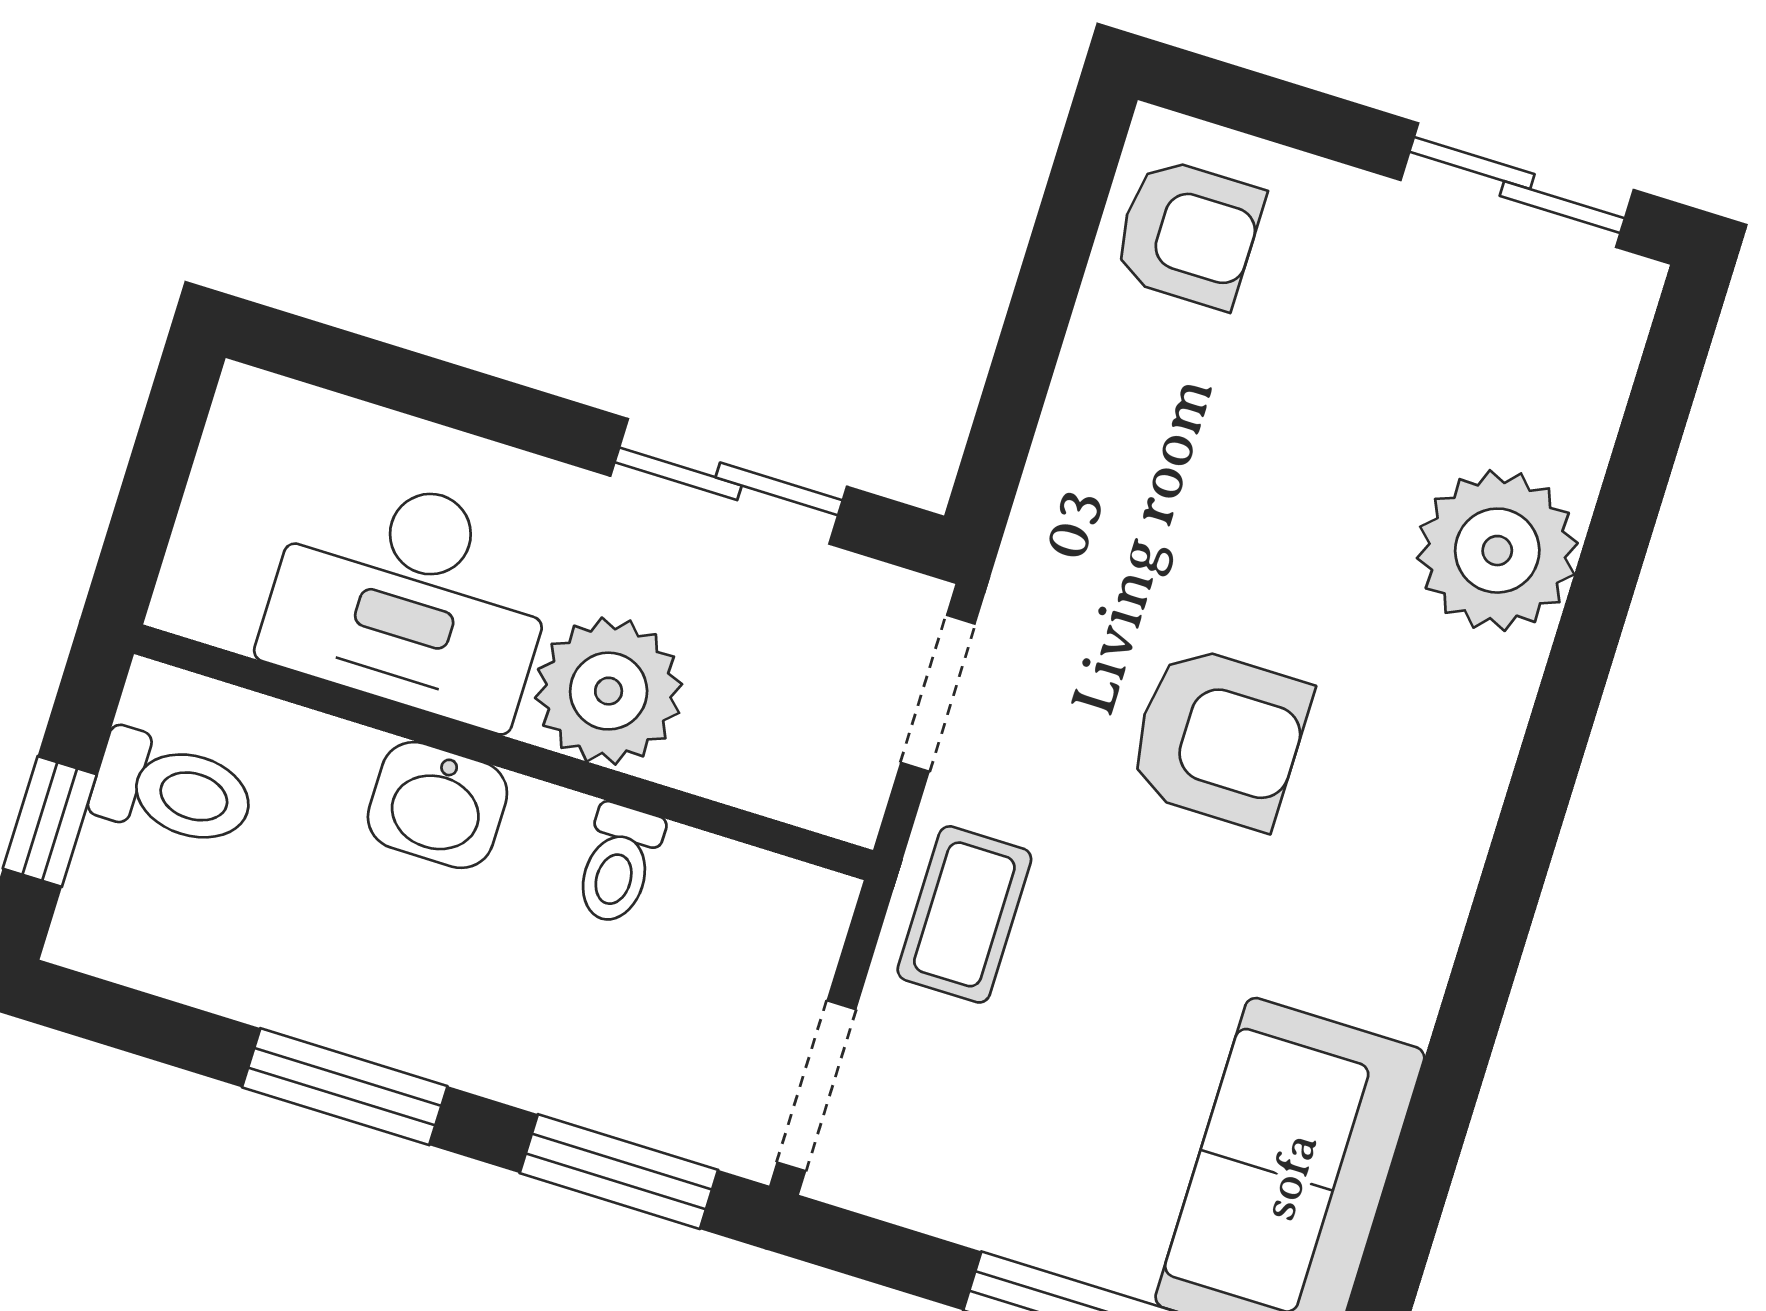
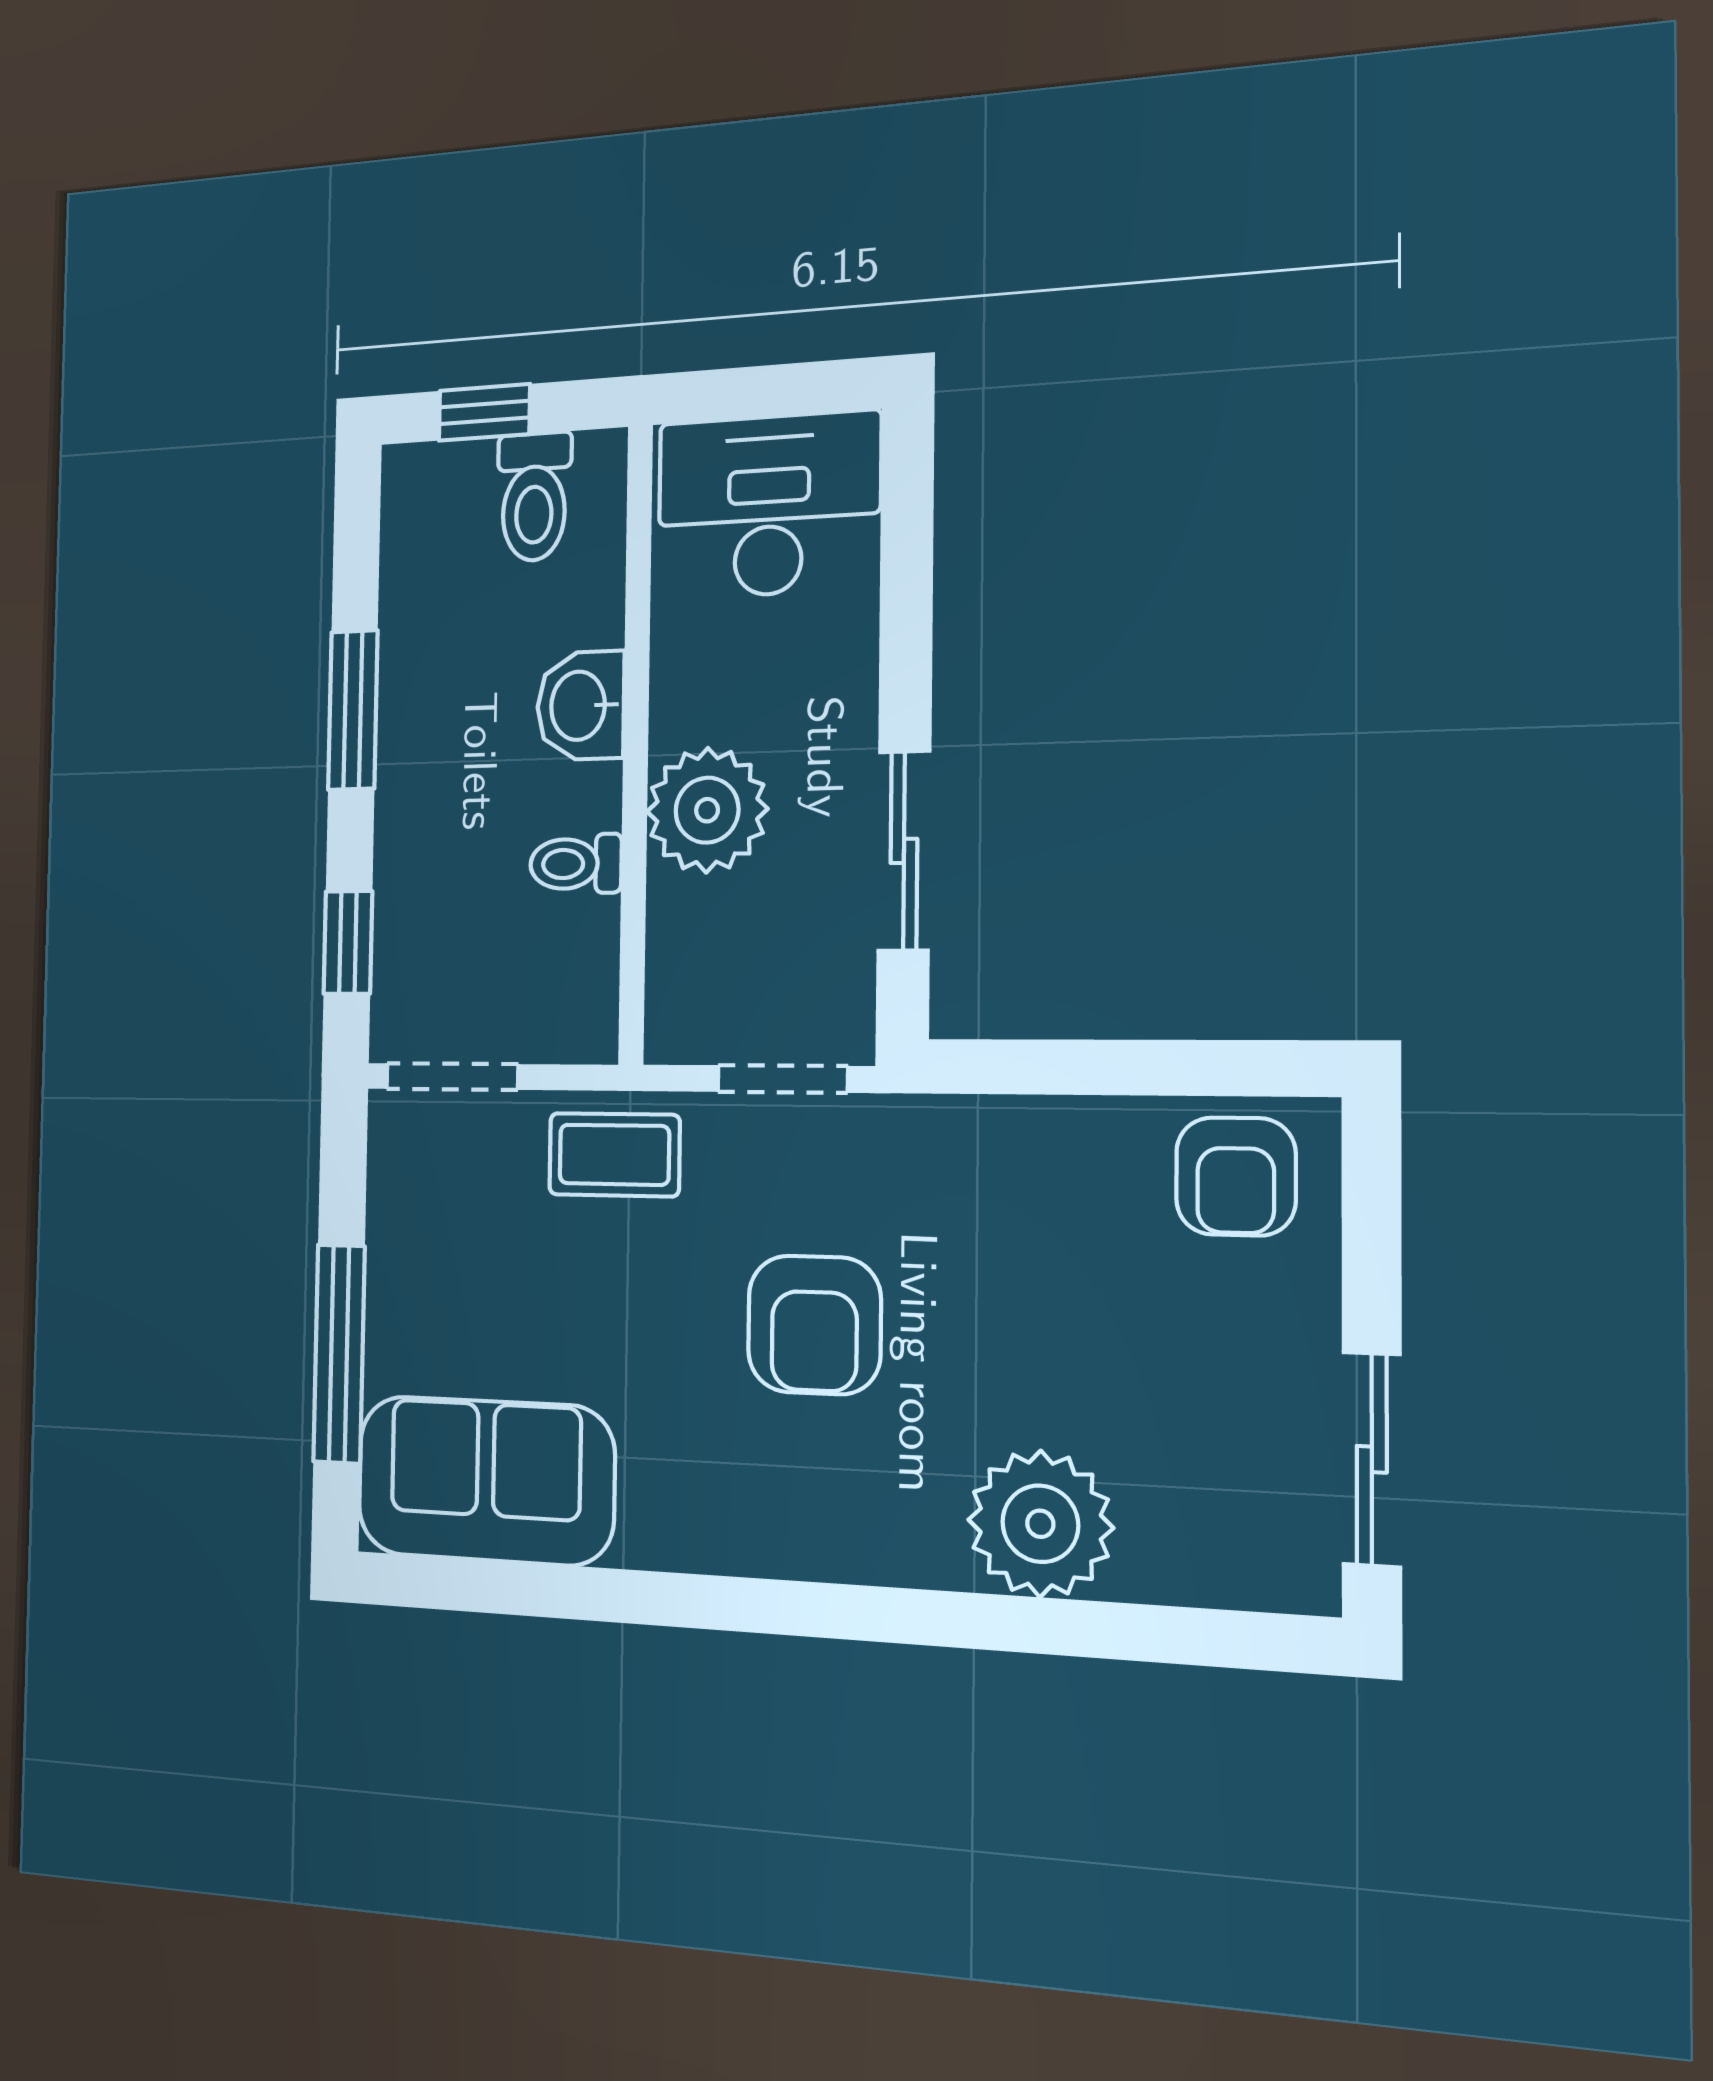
desk: (411, 597) -> (769, 505), moved, turned 90
window: (619, 1172) -> (348, 942), width x0.67

